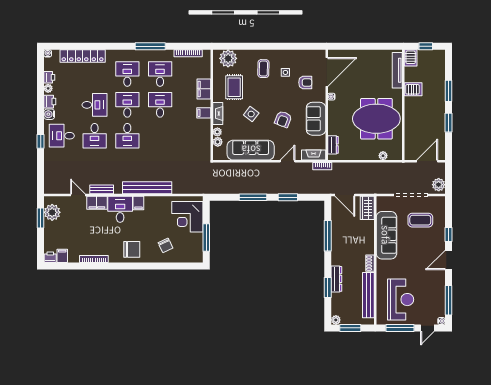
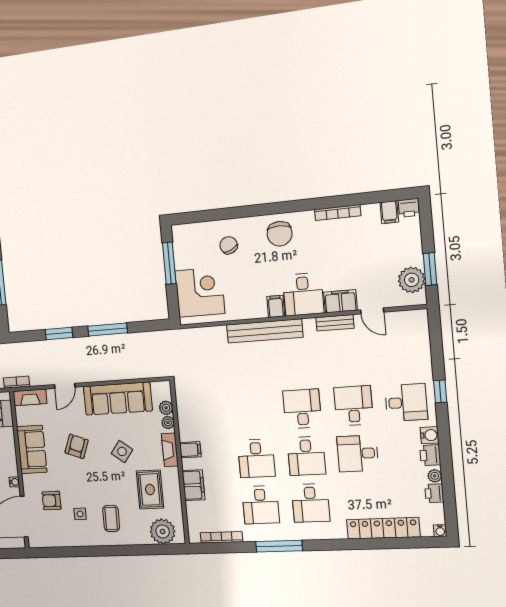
chair: (132, 249) -> (280, 234), turned -90

